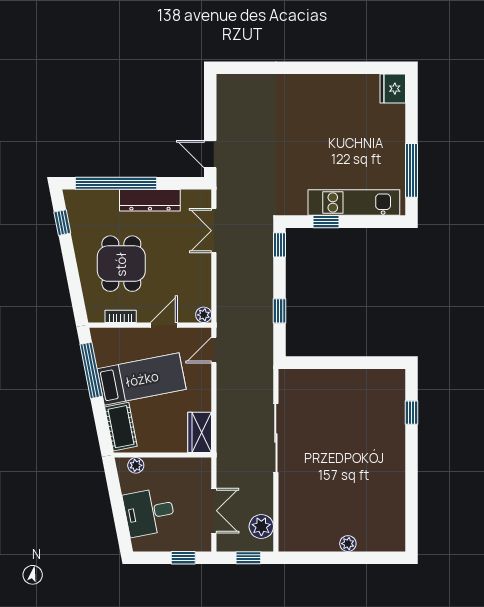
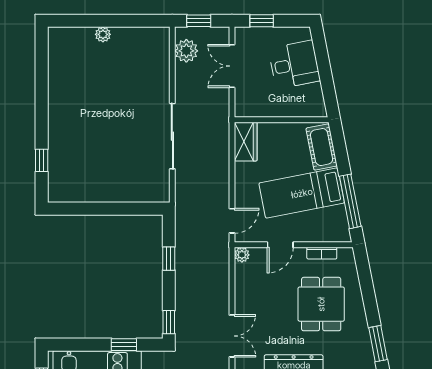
window: (62, 223) -> (378, 344), width x1.50
plant: (136, 465) -> (307, 110), removed

